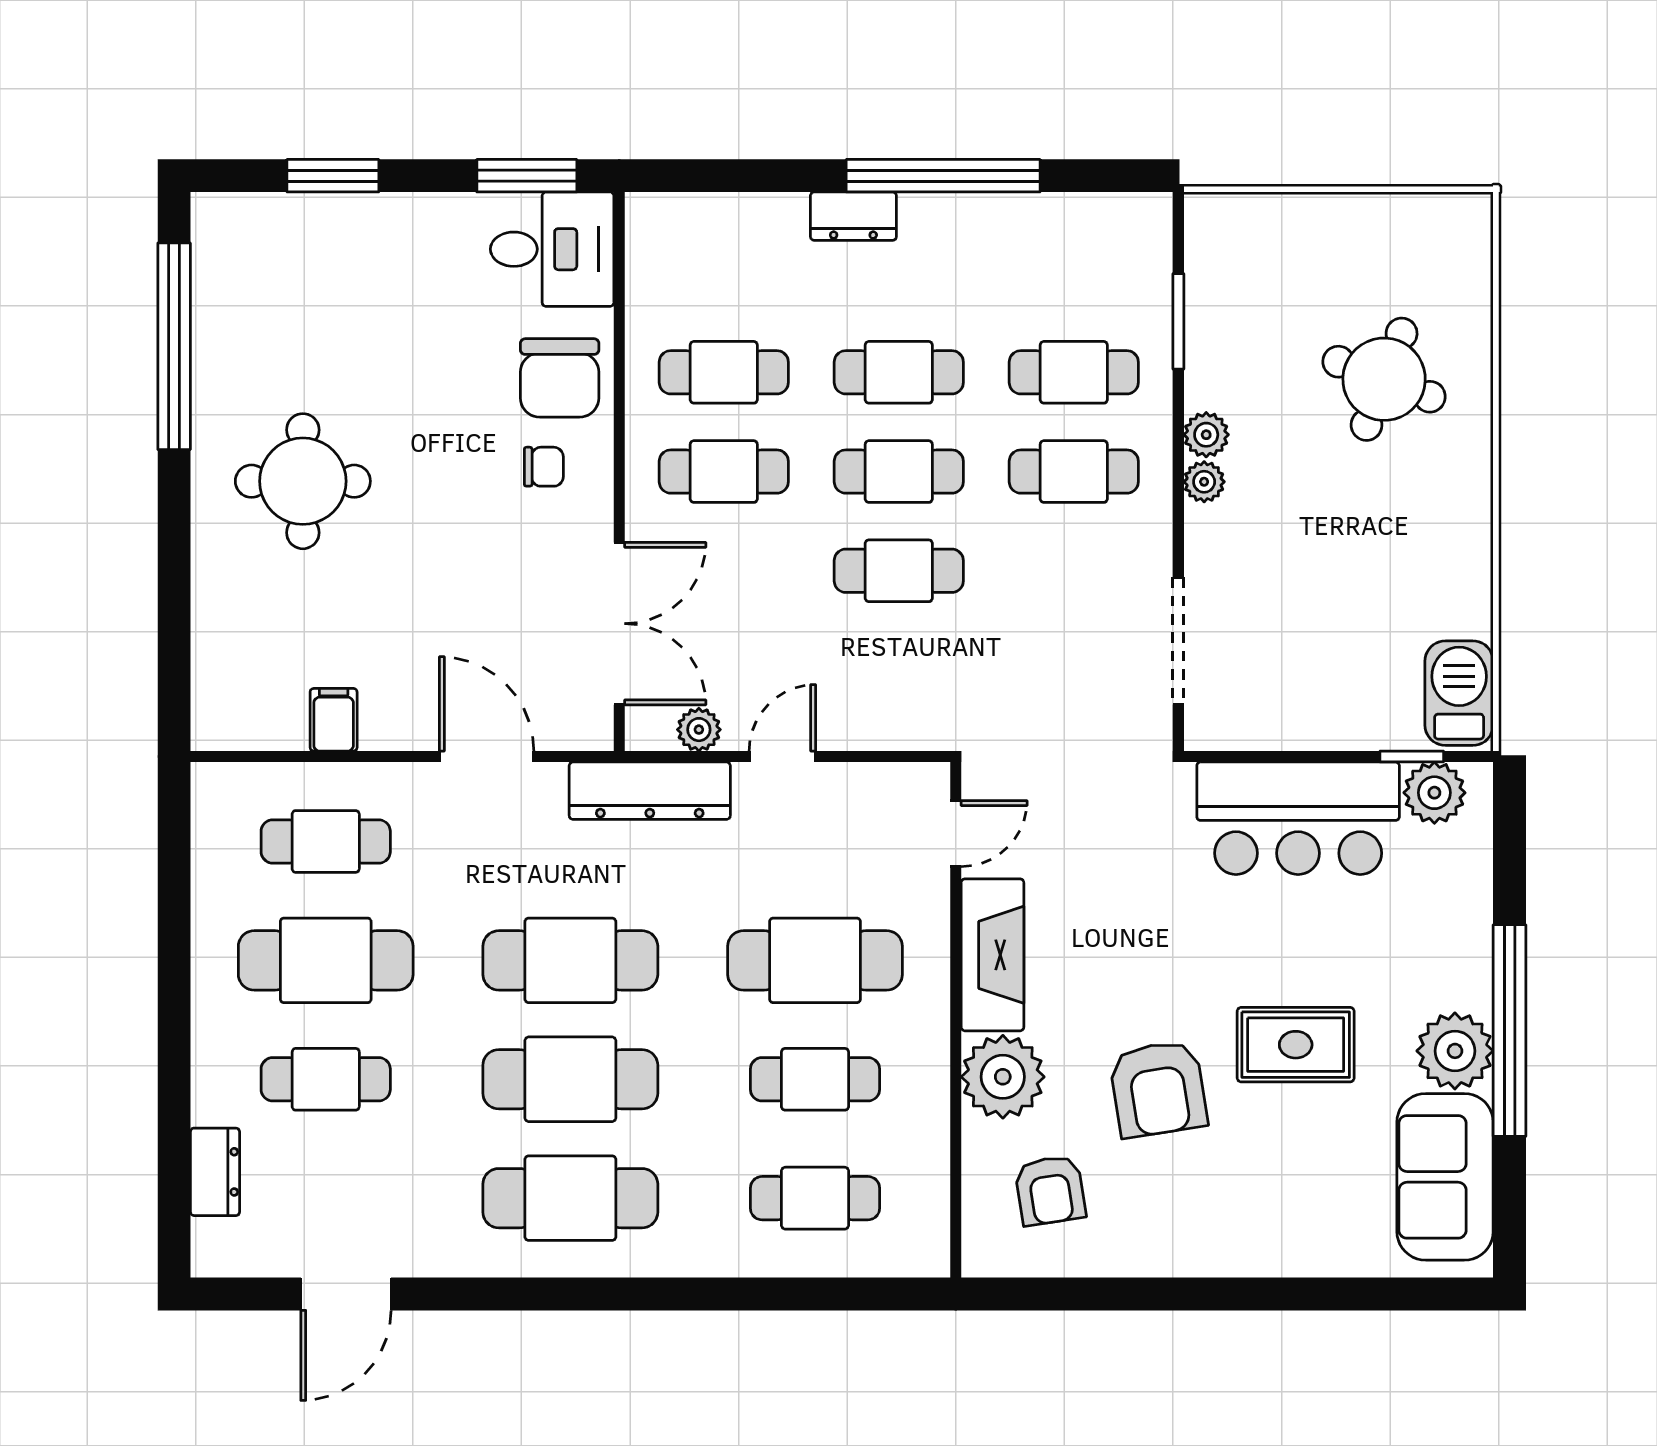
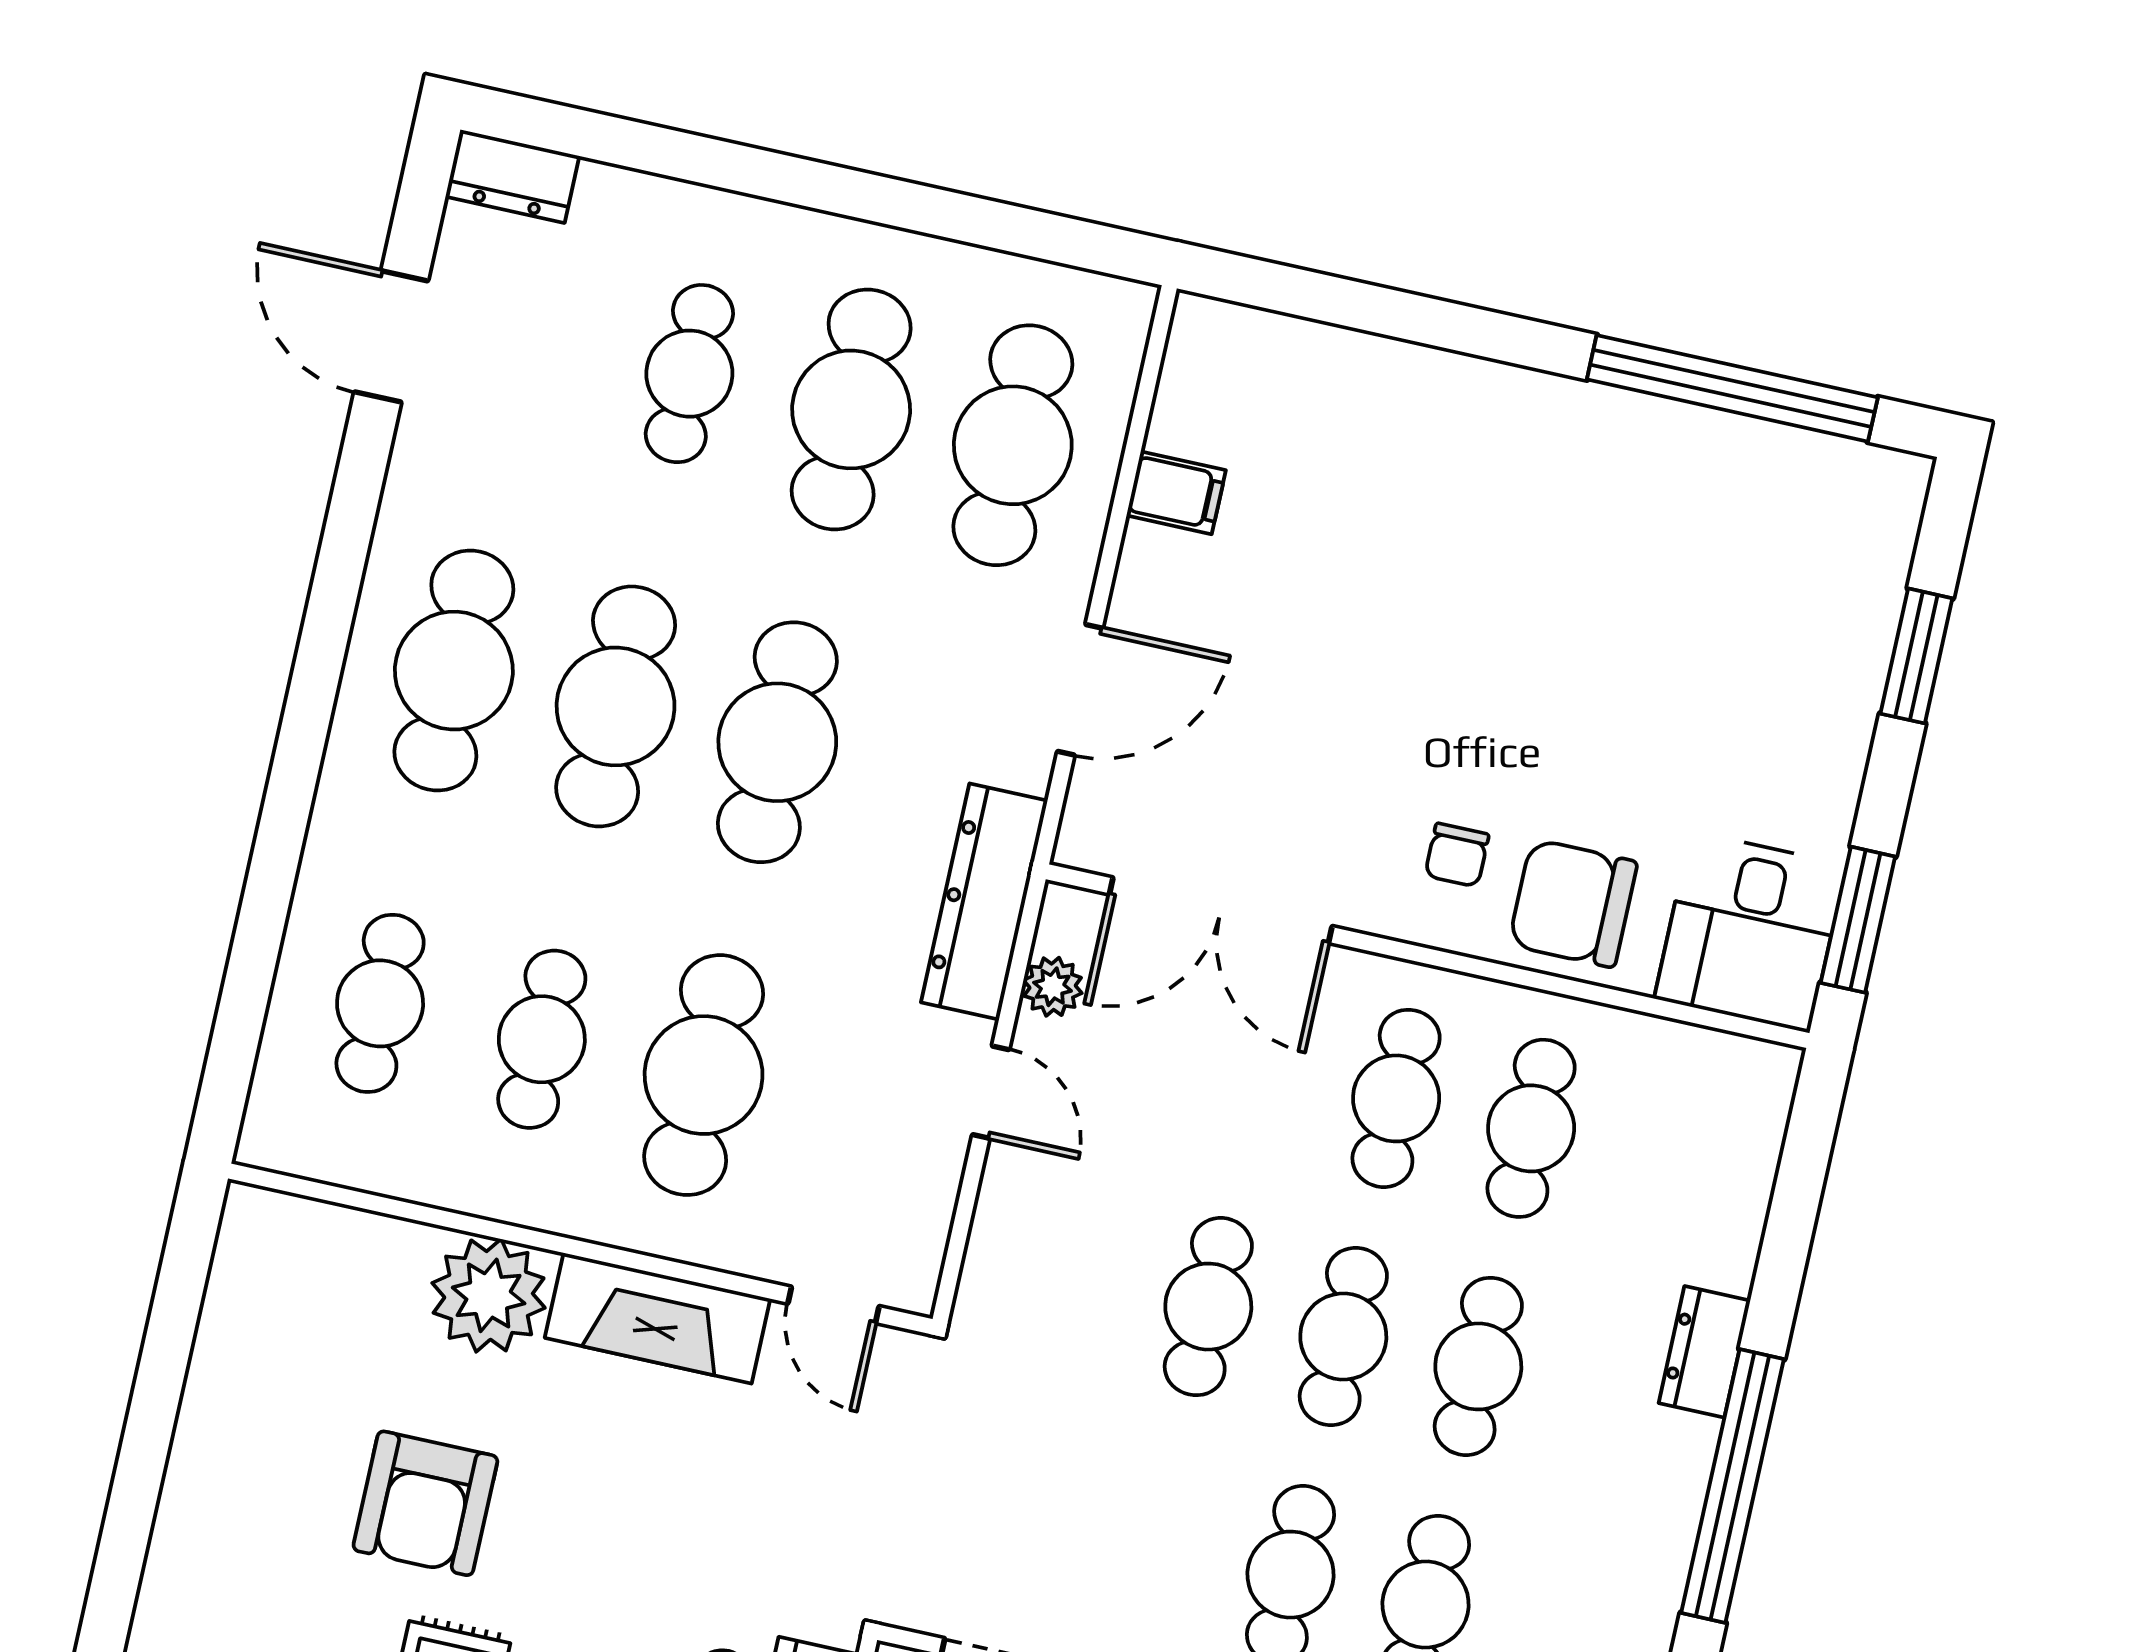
round table: (303, 481) -> (1510, 523), removed
cafe table: (326, 841) -> (1013, 445), width x1.37, depth x1.35
armchair: (1158, 1089) -> (425, 1503), turned -81
dresser: (215, 1172) -> (512, 176), moved
armchair: (1050, 1190) -> (320, 1326), removed

